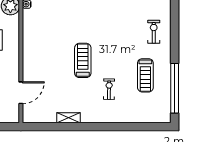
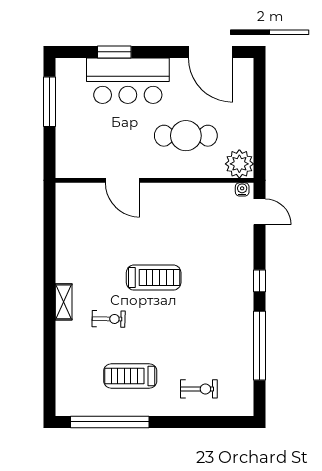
door: (21, 93) -> (122, 180), moved
shelving: (69, 118) -> (64, 302), moved

